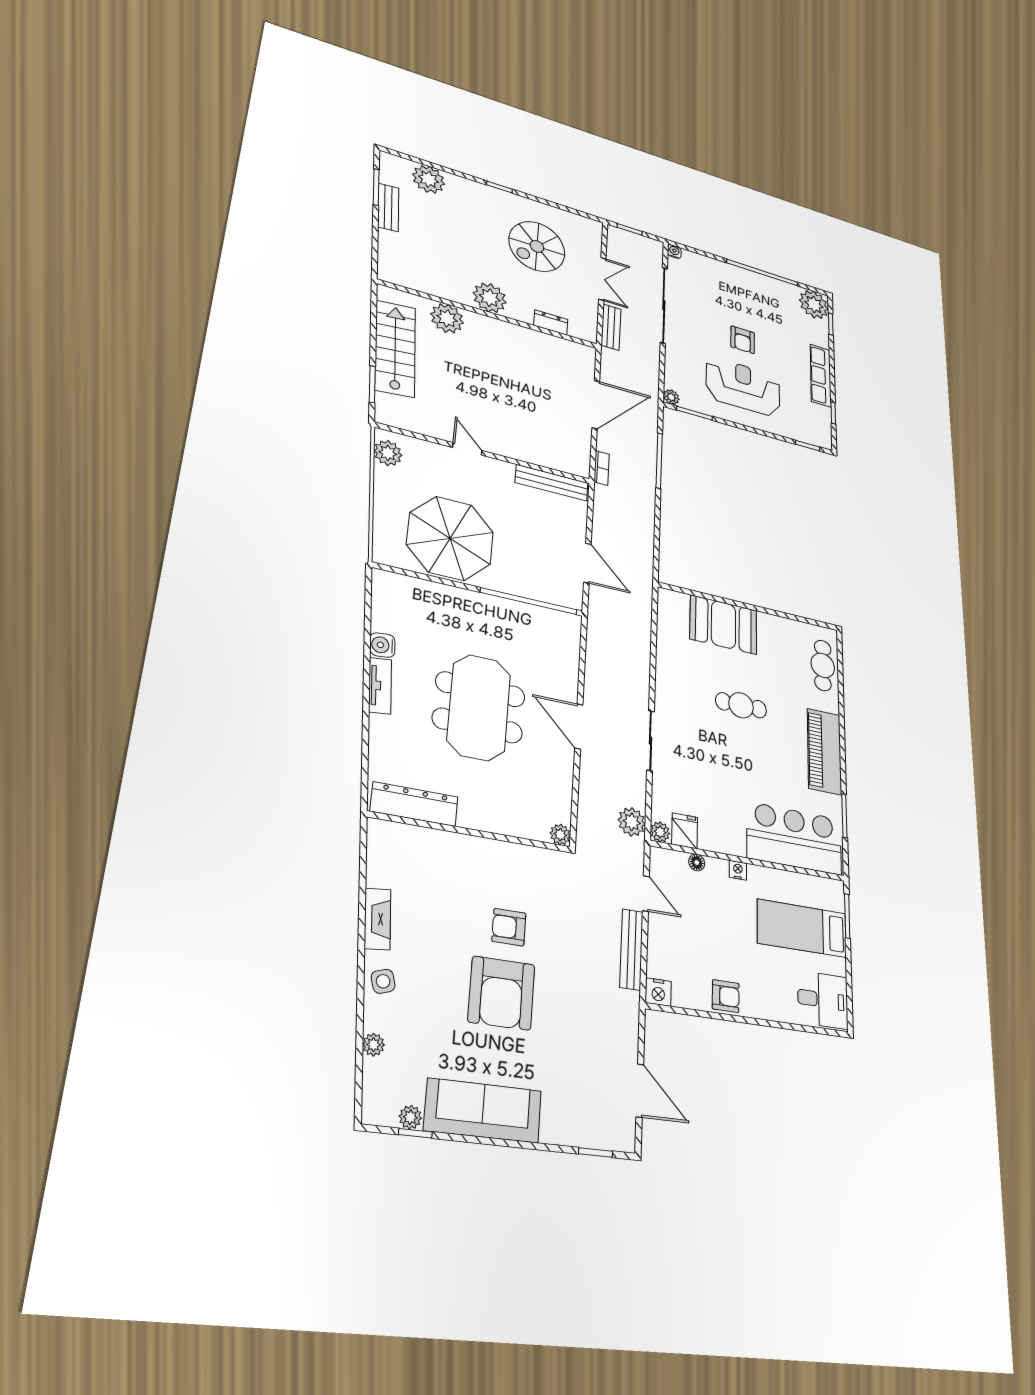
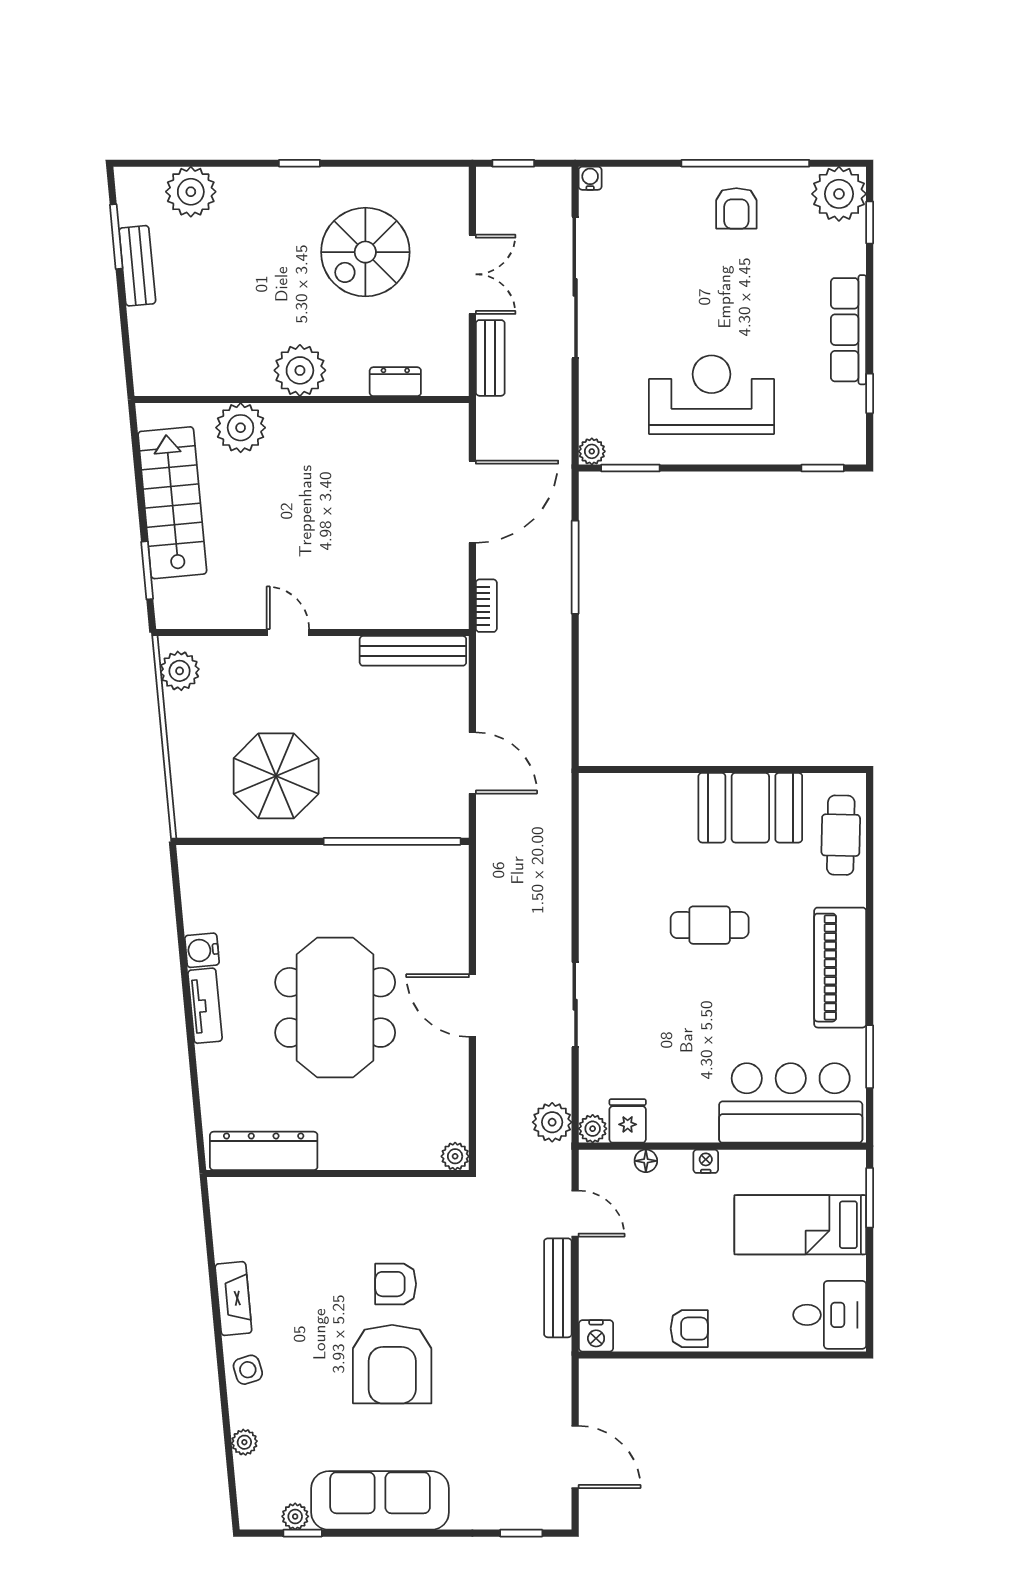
armchair: (743, 340) -> (736, 208), moved
parasol: (450, 538) -> (276, 776), width x0.73, depth x0.73
booth: (723, 625) -> (750, 808), moved

